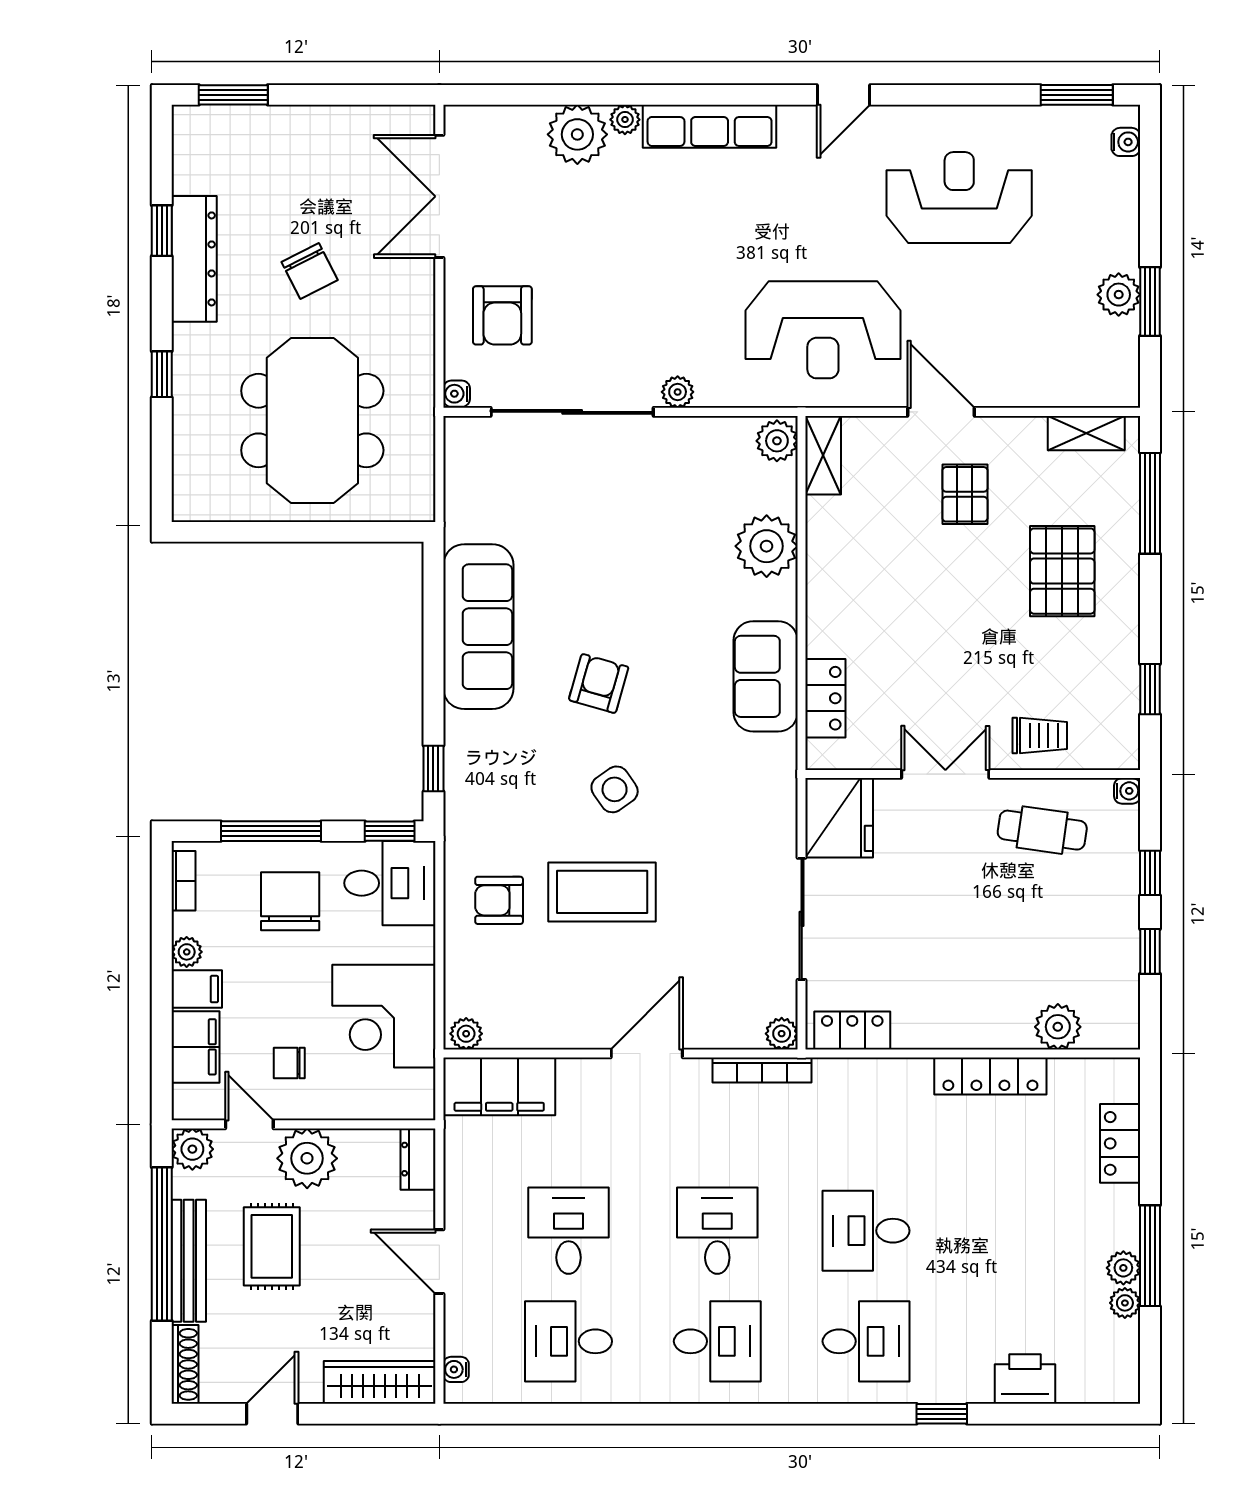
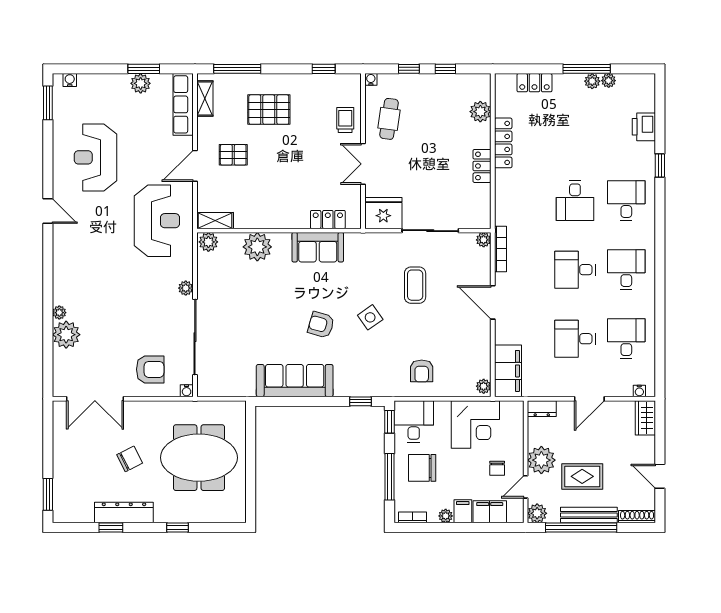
row of seats: (710, 126) -> (183, 104), moved, turned 180
coffee table: (602, 892) -> (415, 285), moved, width x0.73, depth x0.76
locker: (852, 1030) -> (482, 166), moved
desk: (569, 1341) -> (626, 339), turned 180
wardrobe: (380, 1382) -> (645, 418), width x0.67

